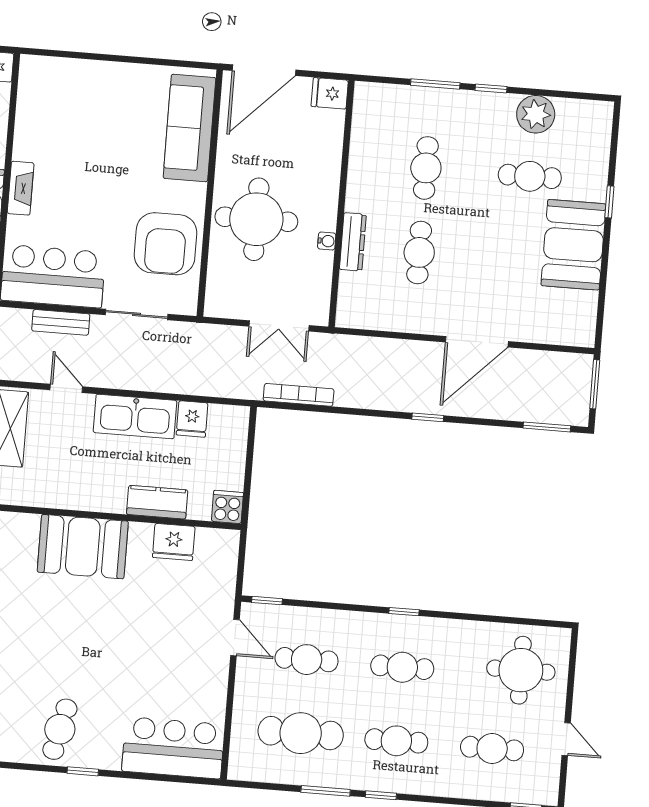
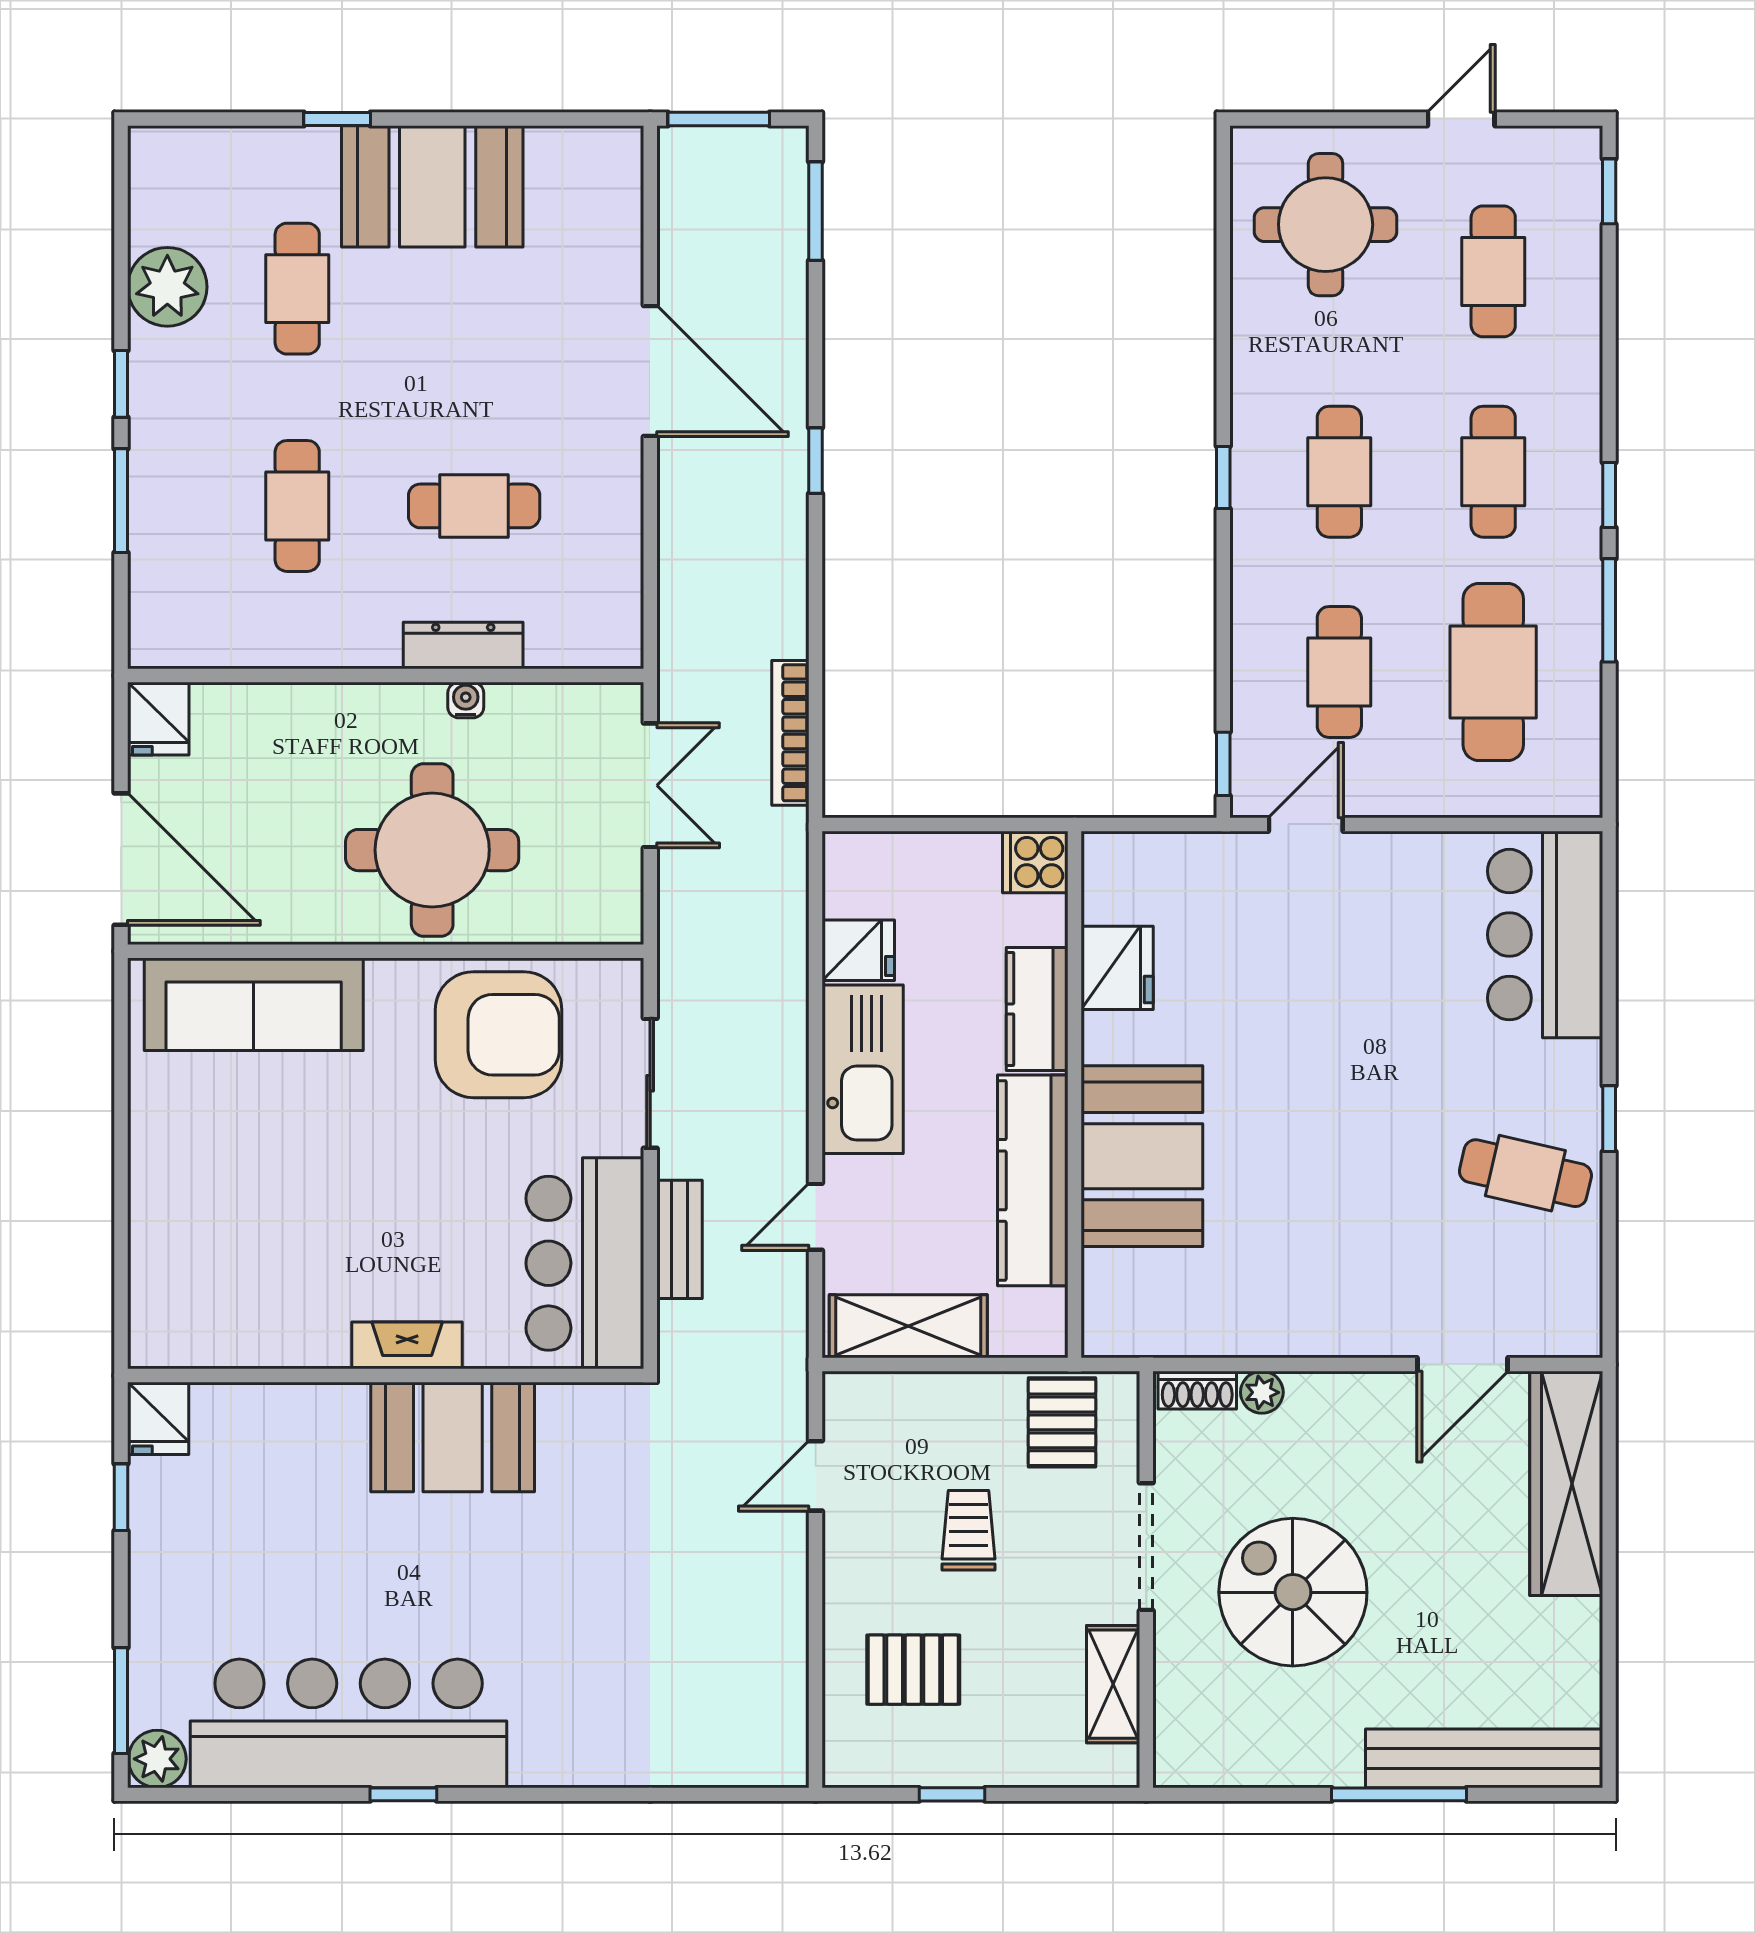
cafe table: (426, 168) -> (297, 506), turned 90
kitchen counter: (75, 494) -> (1033, 1180), added

